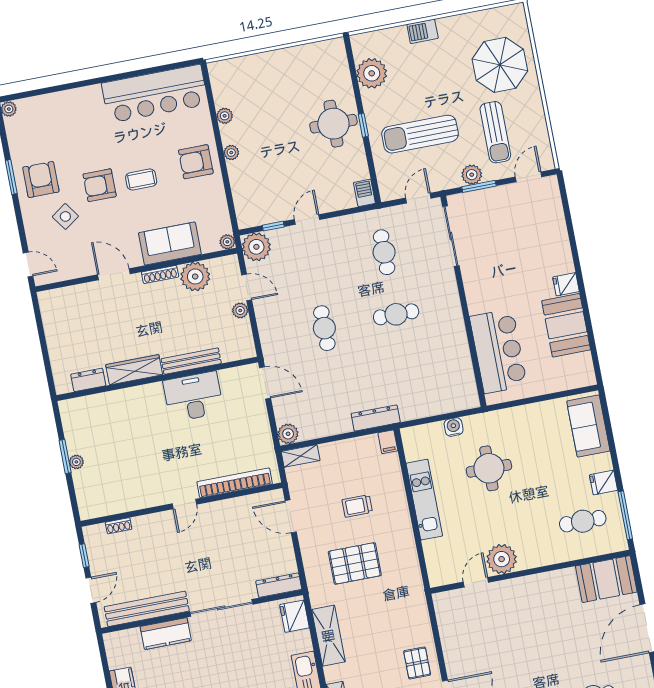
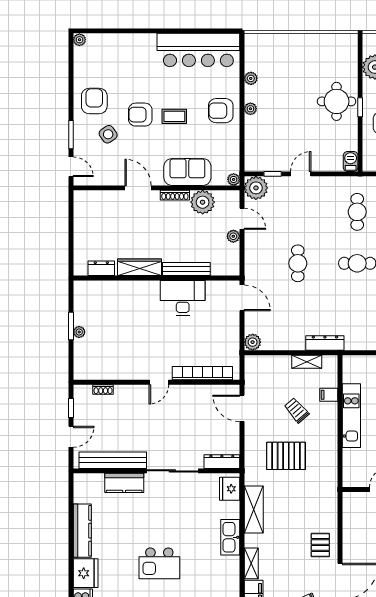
window: (11, 177) -> (71, 135), moved
filing cabinet: (388, 442) -> (329, 395), moved, turned 90
shelving: (301, 456) -> (307, 362), moved
trolley: (357, 506) -> (297, 410), turned 49

